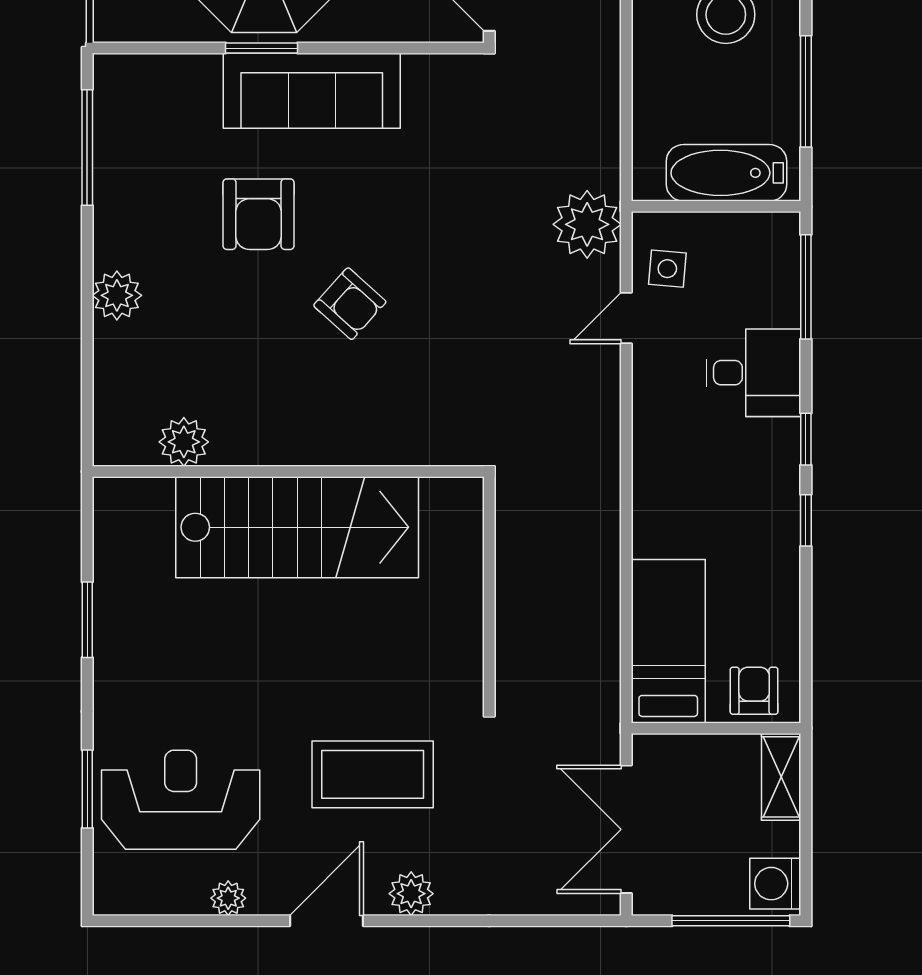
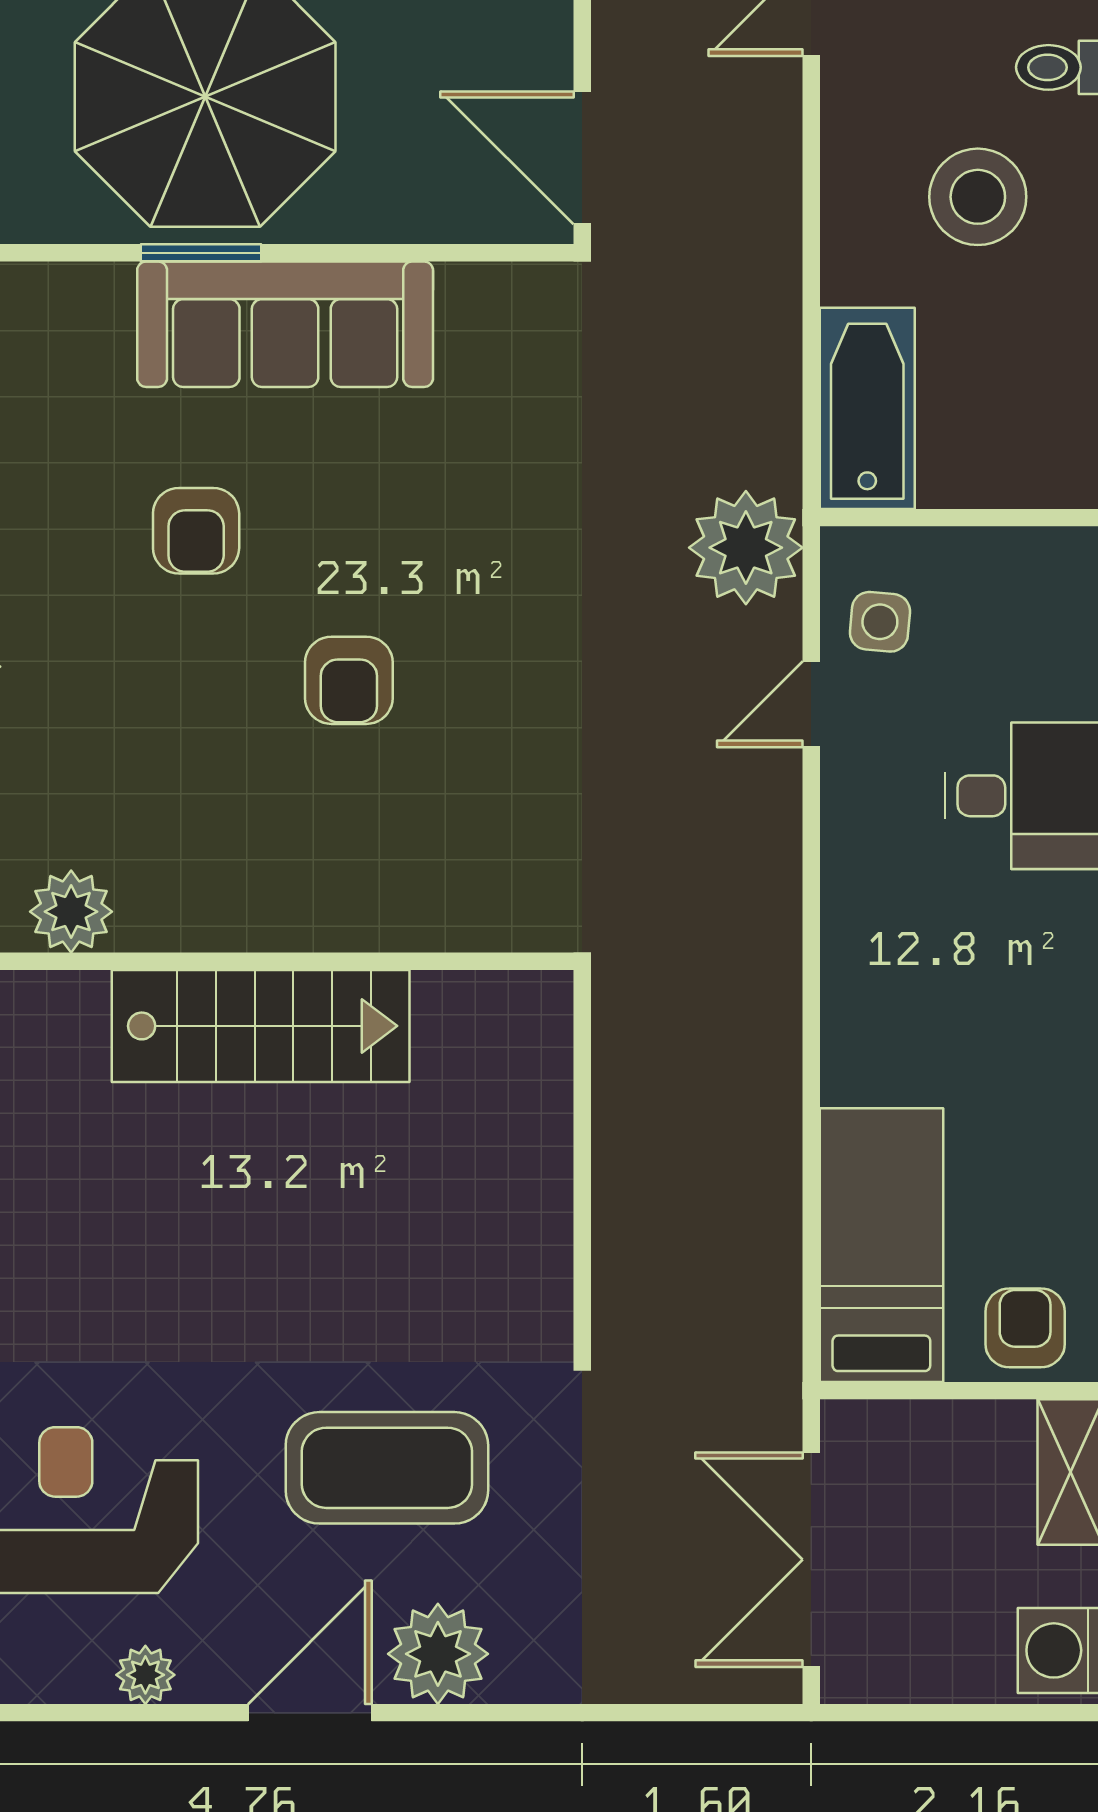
bathtub: (726, 173) -> (867, 408), moved, turned 90
armchair: (259, 214) -> (196, 531), width x0.72, depth x0.72
armchair: (350, 304) -> (349, 680), turned 48
stairs: (297, 527) -> (261, 1026), width x0.73, depth x0.66
plant: (411, 894) -> (438, 1654), width x1.36, depth x1.36
window: (731, 921) -> (986, 1713), removed

